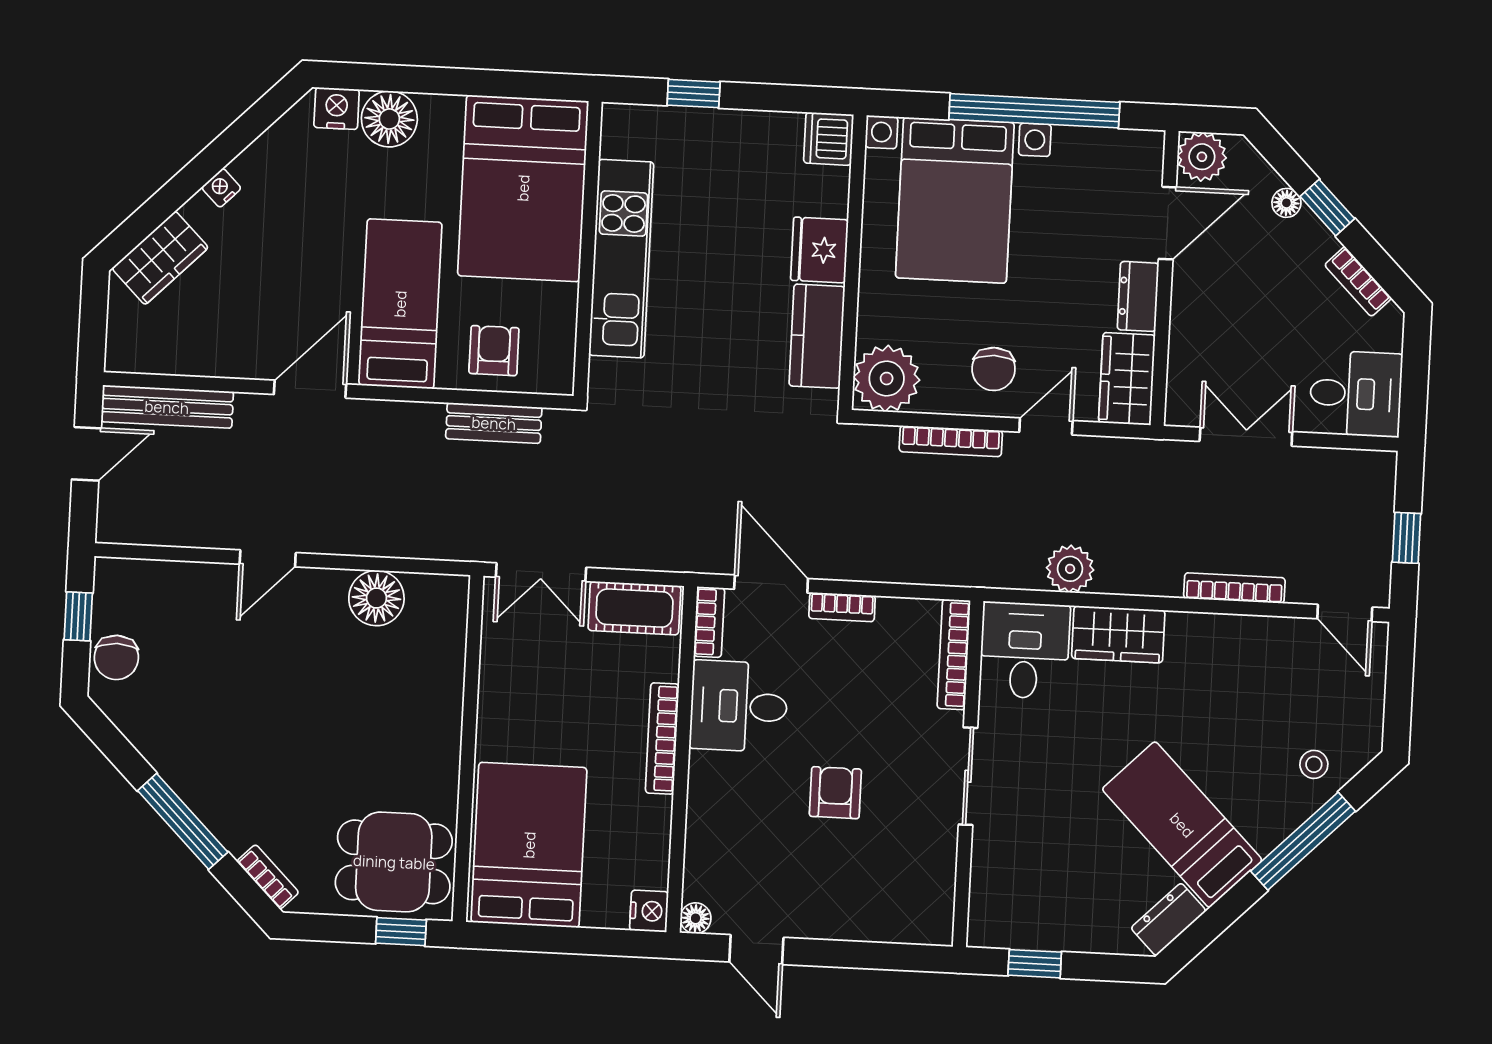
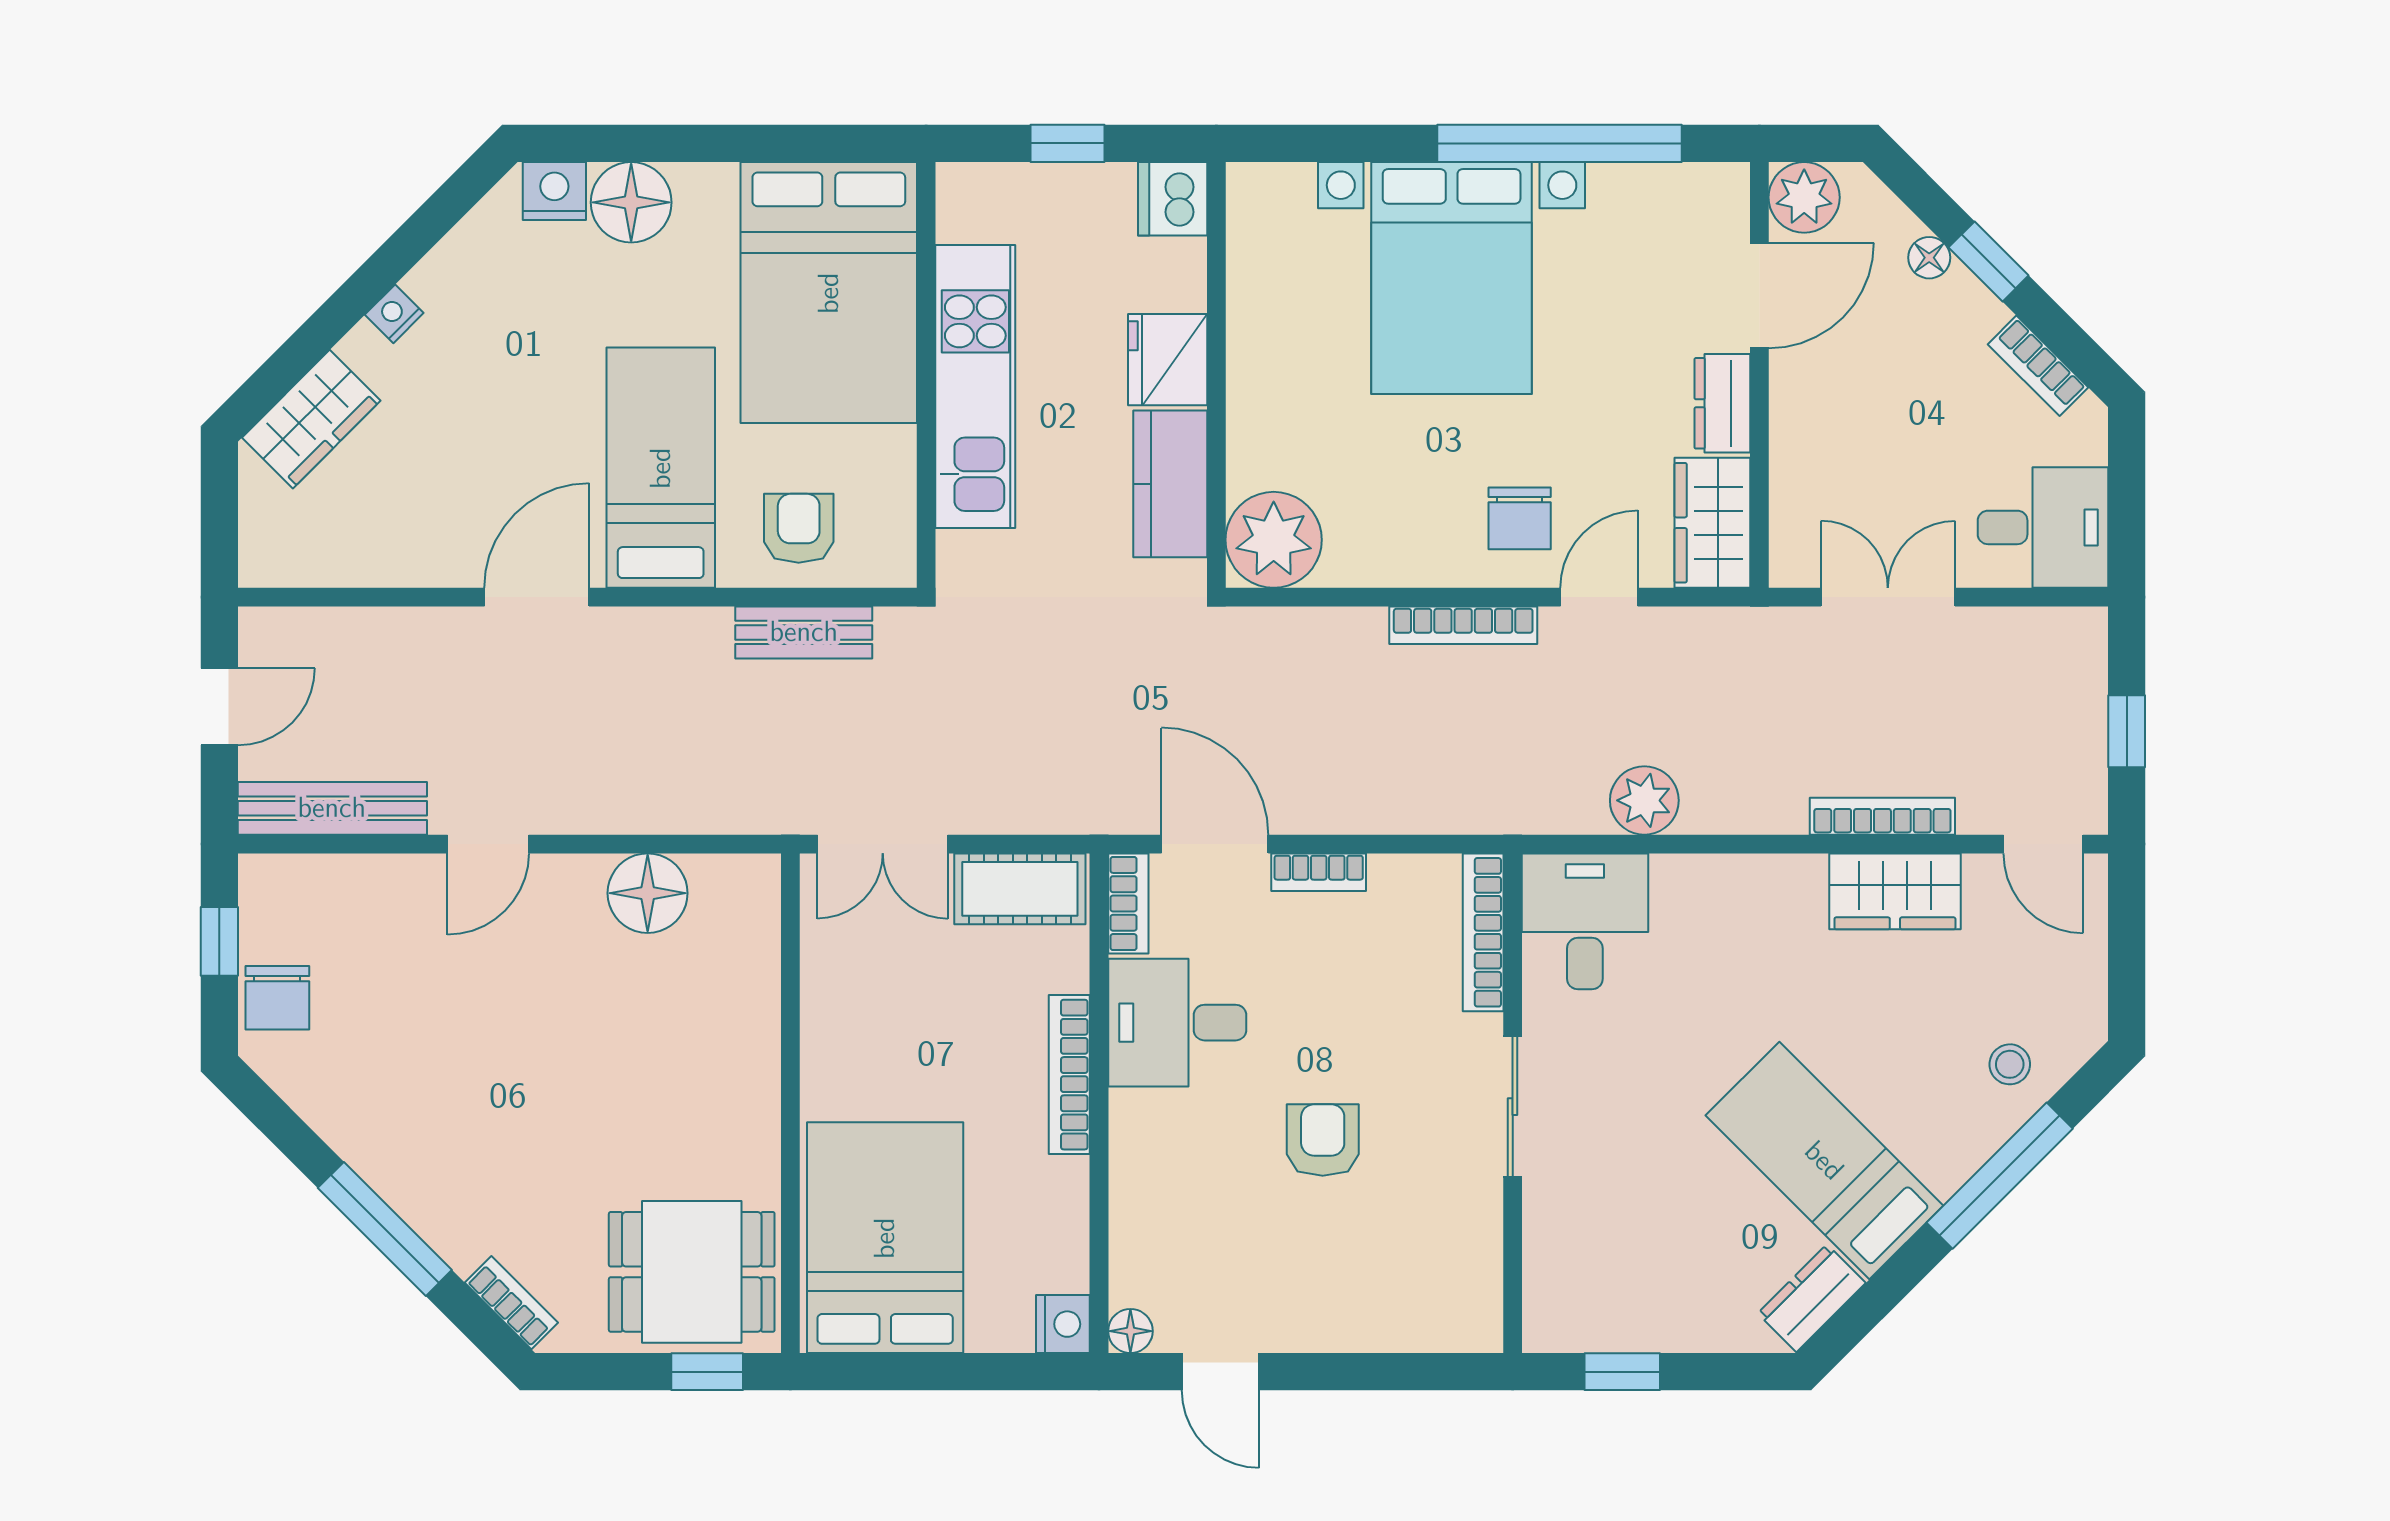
dishwasher: (829, 139) -> (1173, 199), moved
fridge: (819, 250) -> (1168, 360), moved
wall: (853, 262) -> (1216, 375), moved
kitchen counter: (817, 336) -> (1170, 484), moved
plant: (887, 379) -> (1274, 540), moved
bench: (167, 407) -> (332, 808), moved
wardrobe: (1118, 634) -> (1895, 891), moved

